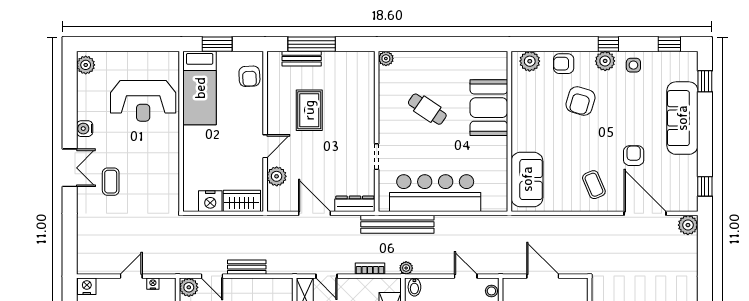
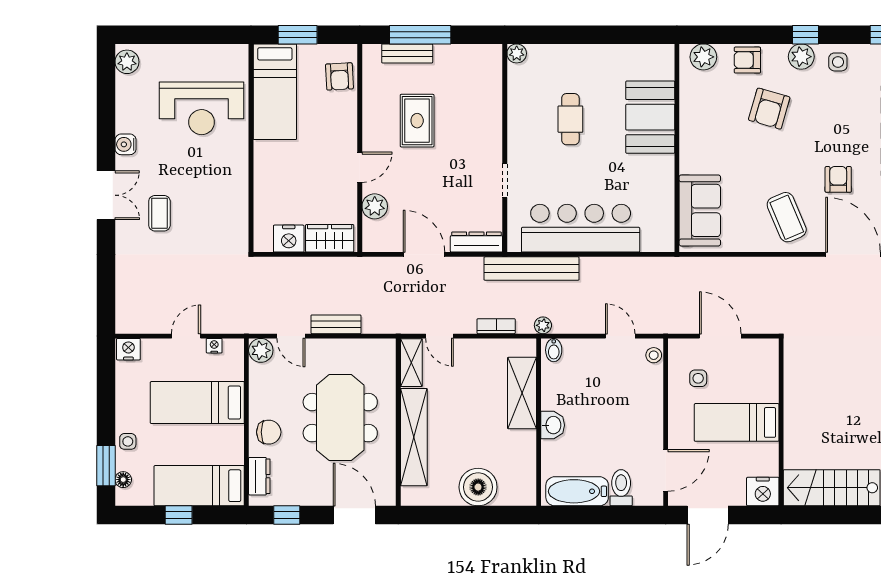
cafe table: (427, 109) -> (570, 119), turned 56
coffee table: (594, 185) -> (787, 217), width x1.36, depth x1.30

